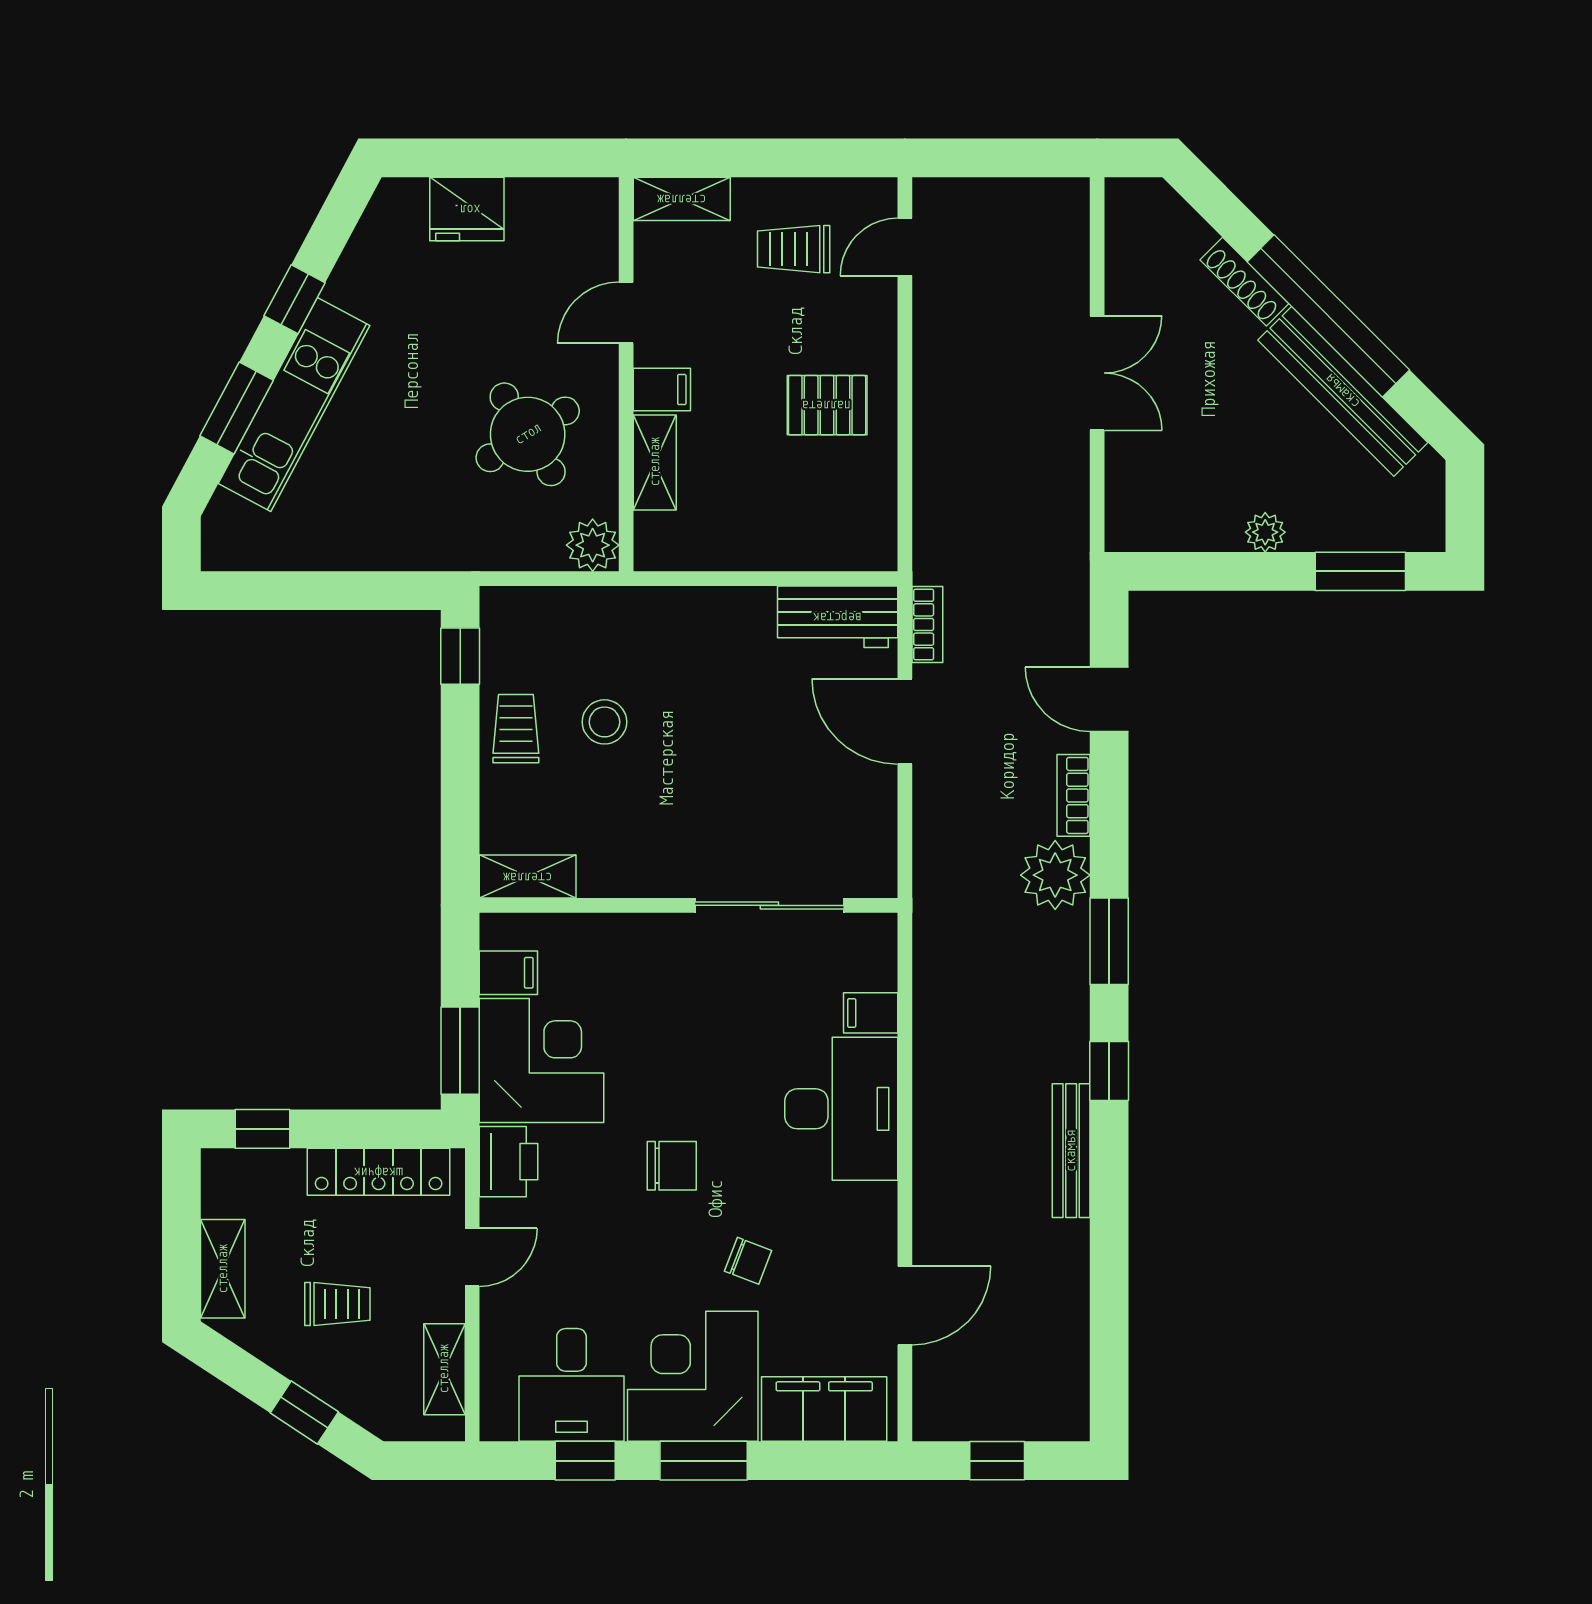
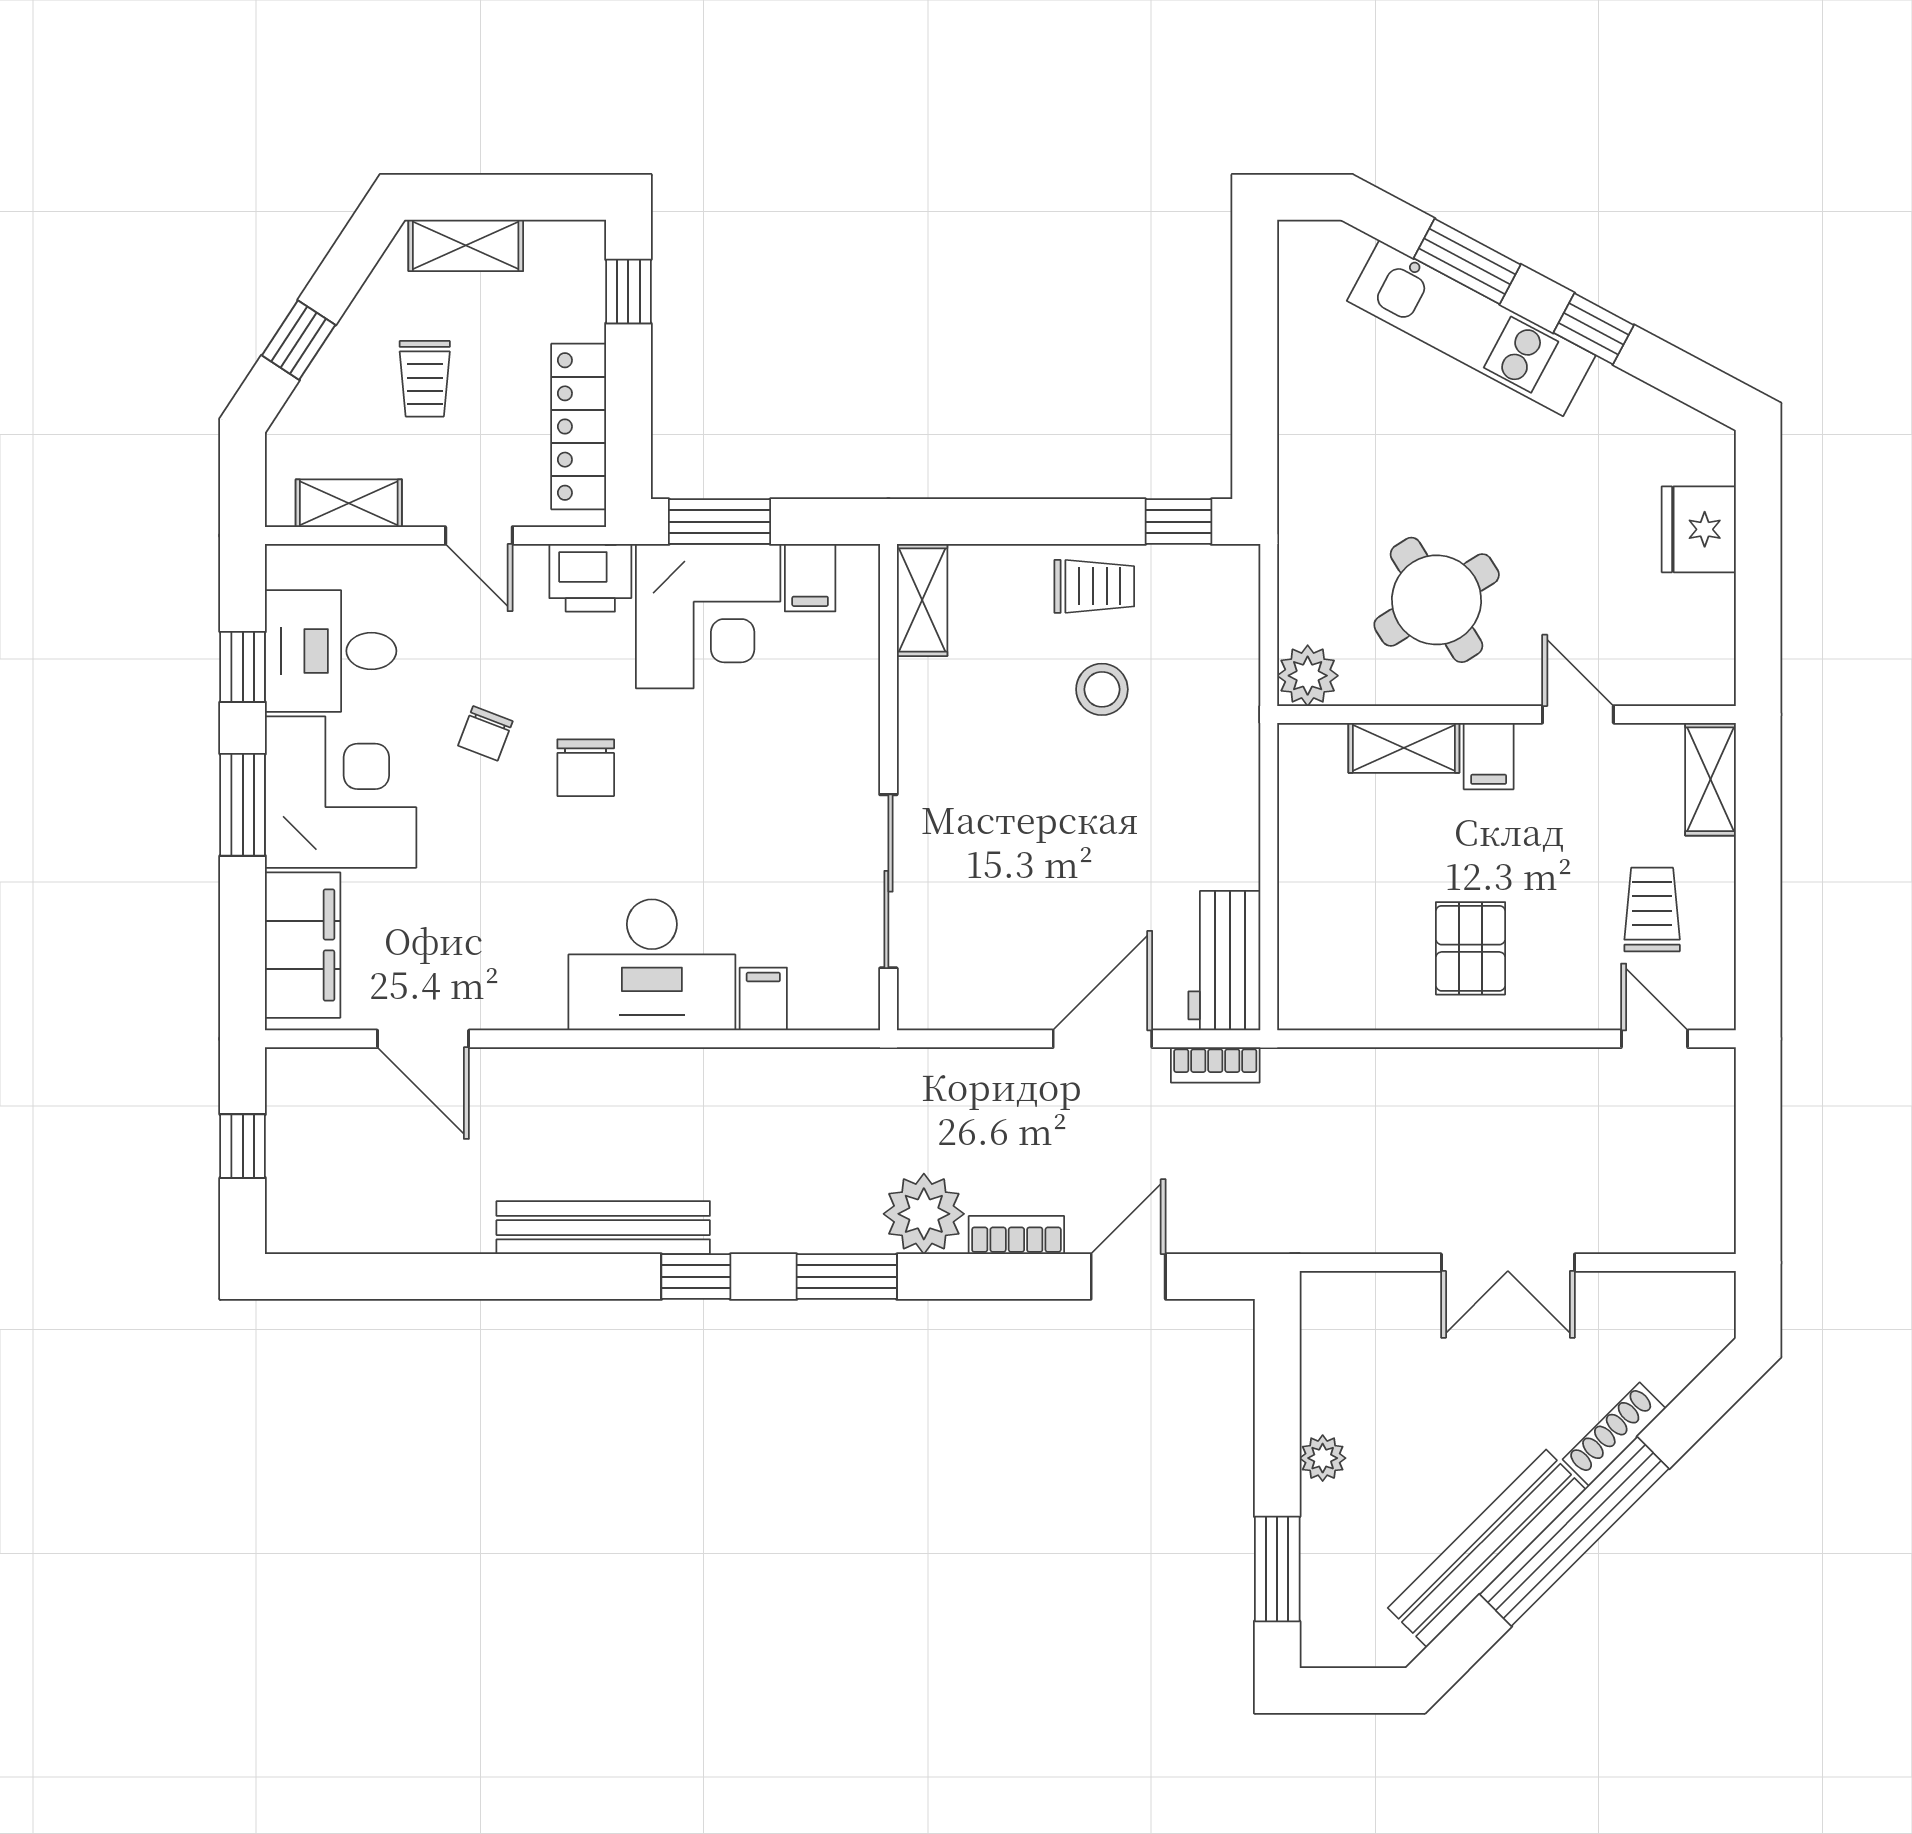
bench: (1071, 1151) -> (603, 1228), width x1.37, depth x1.21
chair: (748, 1261) -> (485, 733), moved

